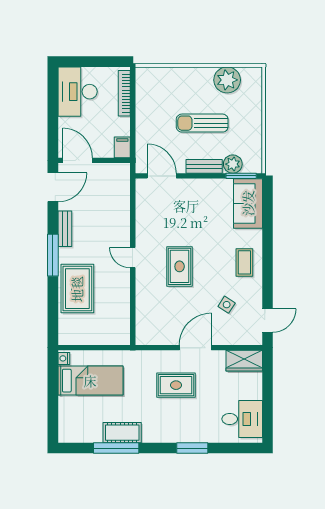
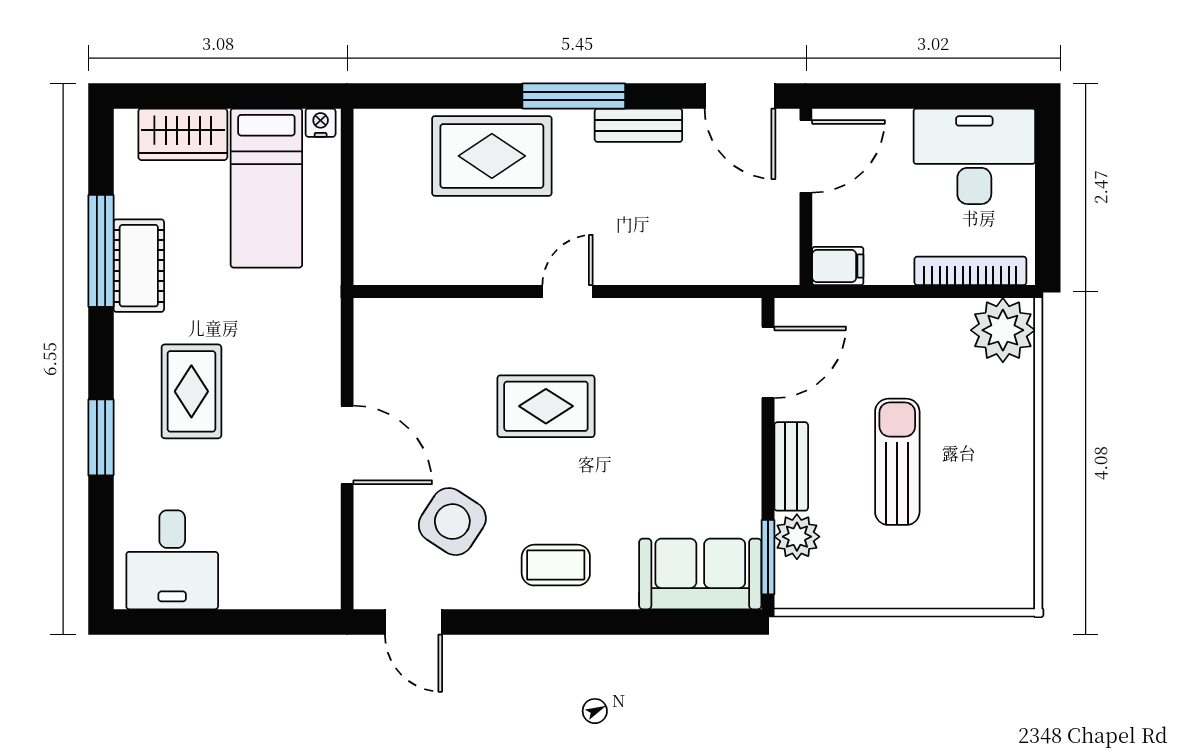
plant: (227, 80) -> (1003, 330), moved
side table: (227, 305) -> (452, 522), width x1.87, depth x1.87
wardrobe: (244, 361) -> (183, 134), moved, turned -90
rug: (176, 385) -> (191, 391), moved

